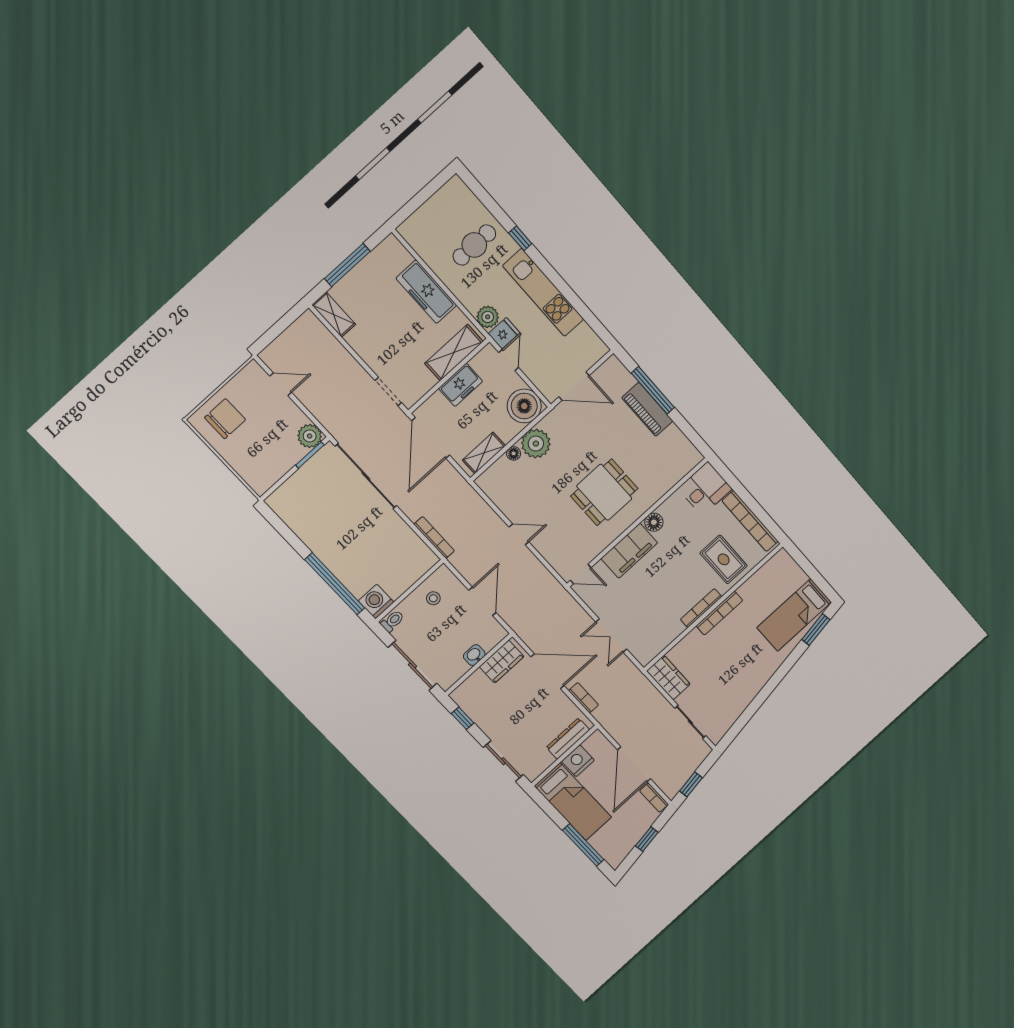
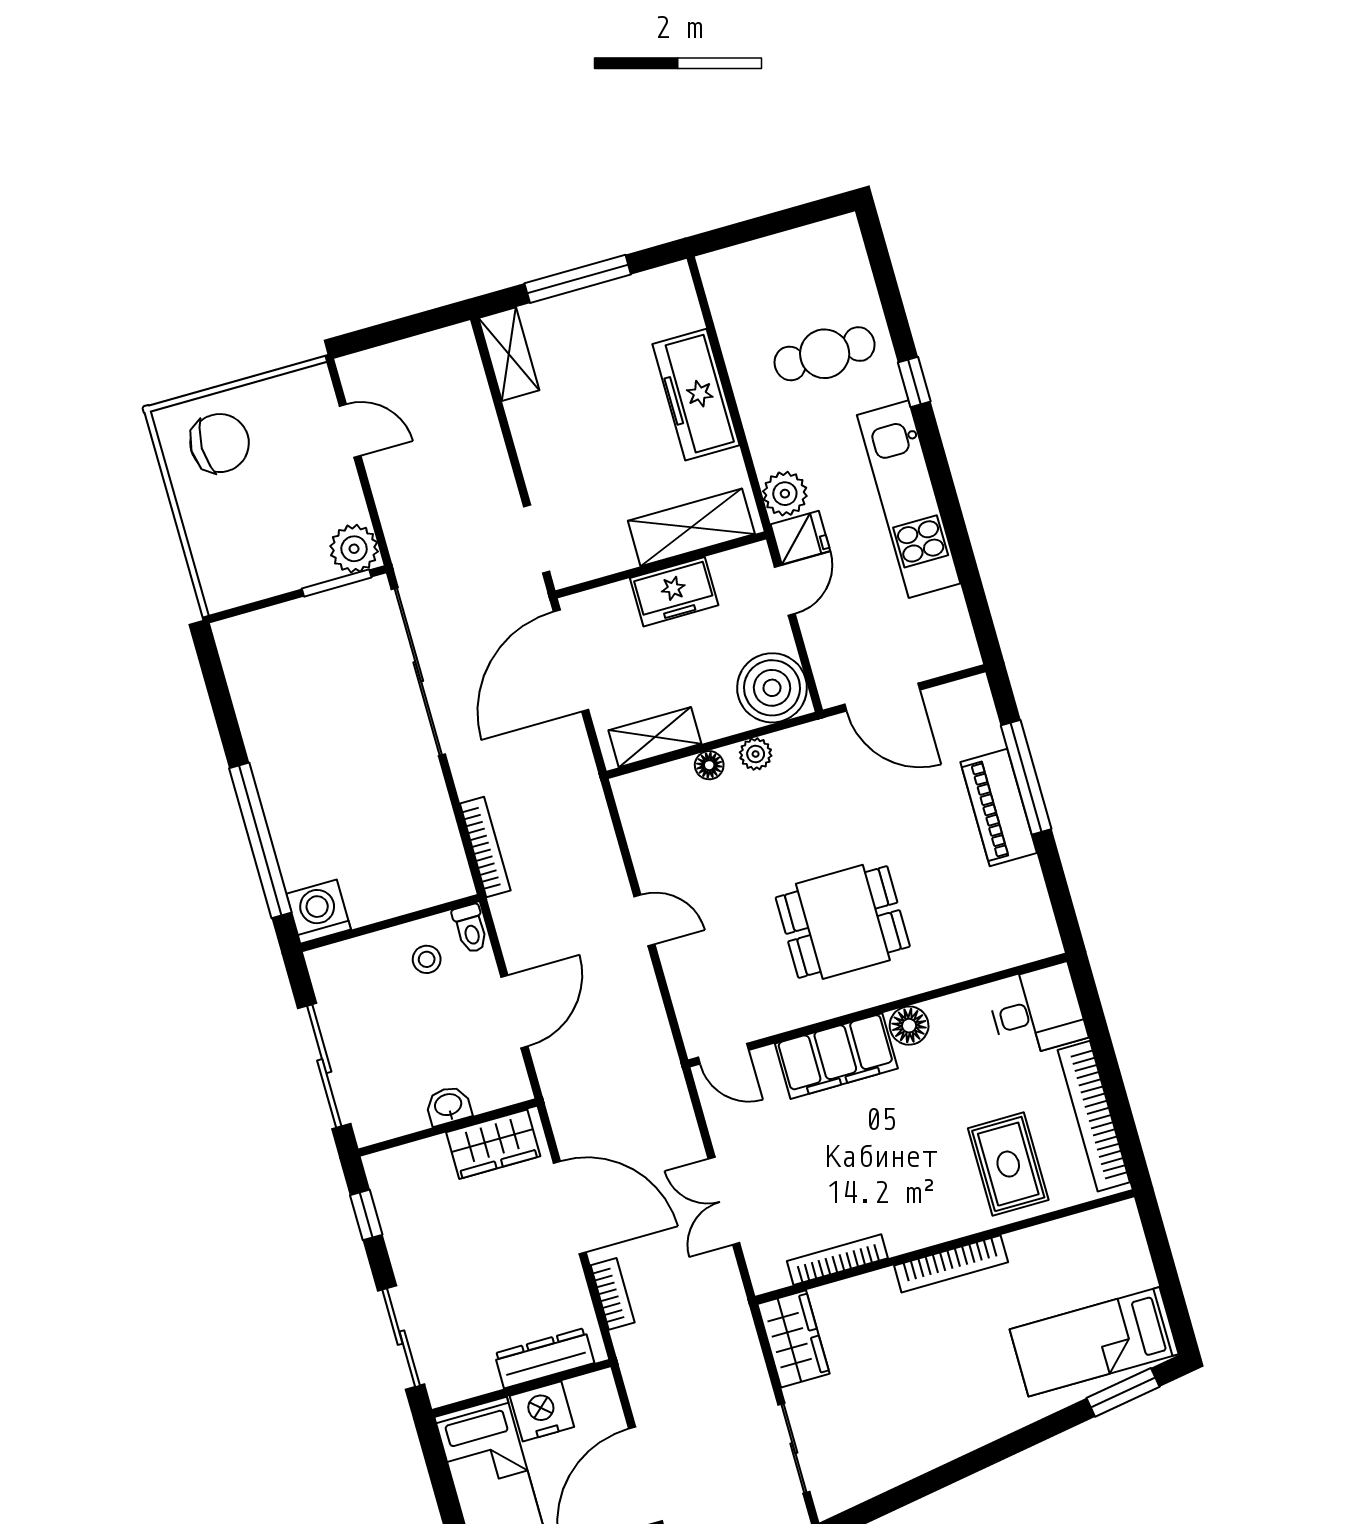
plant: (536, 444) -> (756, 754), width x0.53, depth x0.53
bookcase: (701, 608) -> (837, 1260), moved
toilet: (392, 621) -> (470, 928), moved, turned 90

